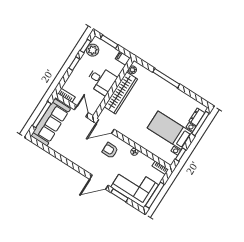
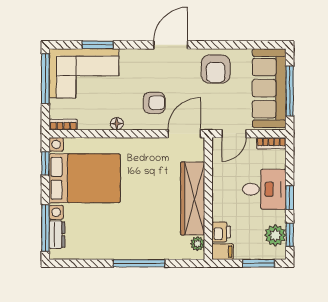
printer: (117, 68) -> (221, 232), added
desk: (101, 80) -> (264, 189), moved, turned 180
door: (81, 111) -> (234, 134), hinge flipped
bed with nightstands: (170, 130) -> (85, 178), width x1.36
armchair: (70, 148) -> (216, 69), added
door: (99, 182) -> (171, 45), moved

